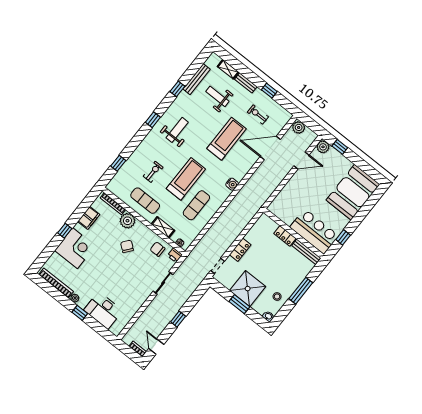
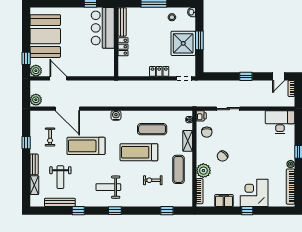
booth: (353, 192) -> (45, 36), moved, turned 90
desk: (103, 310) -> (280, 122), moved, turned -90

